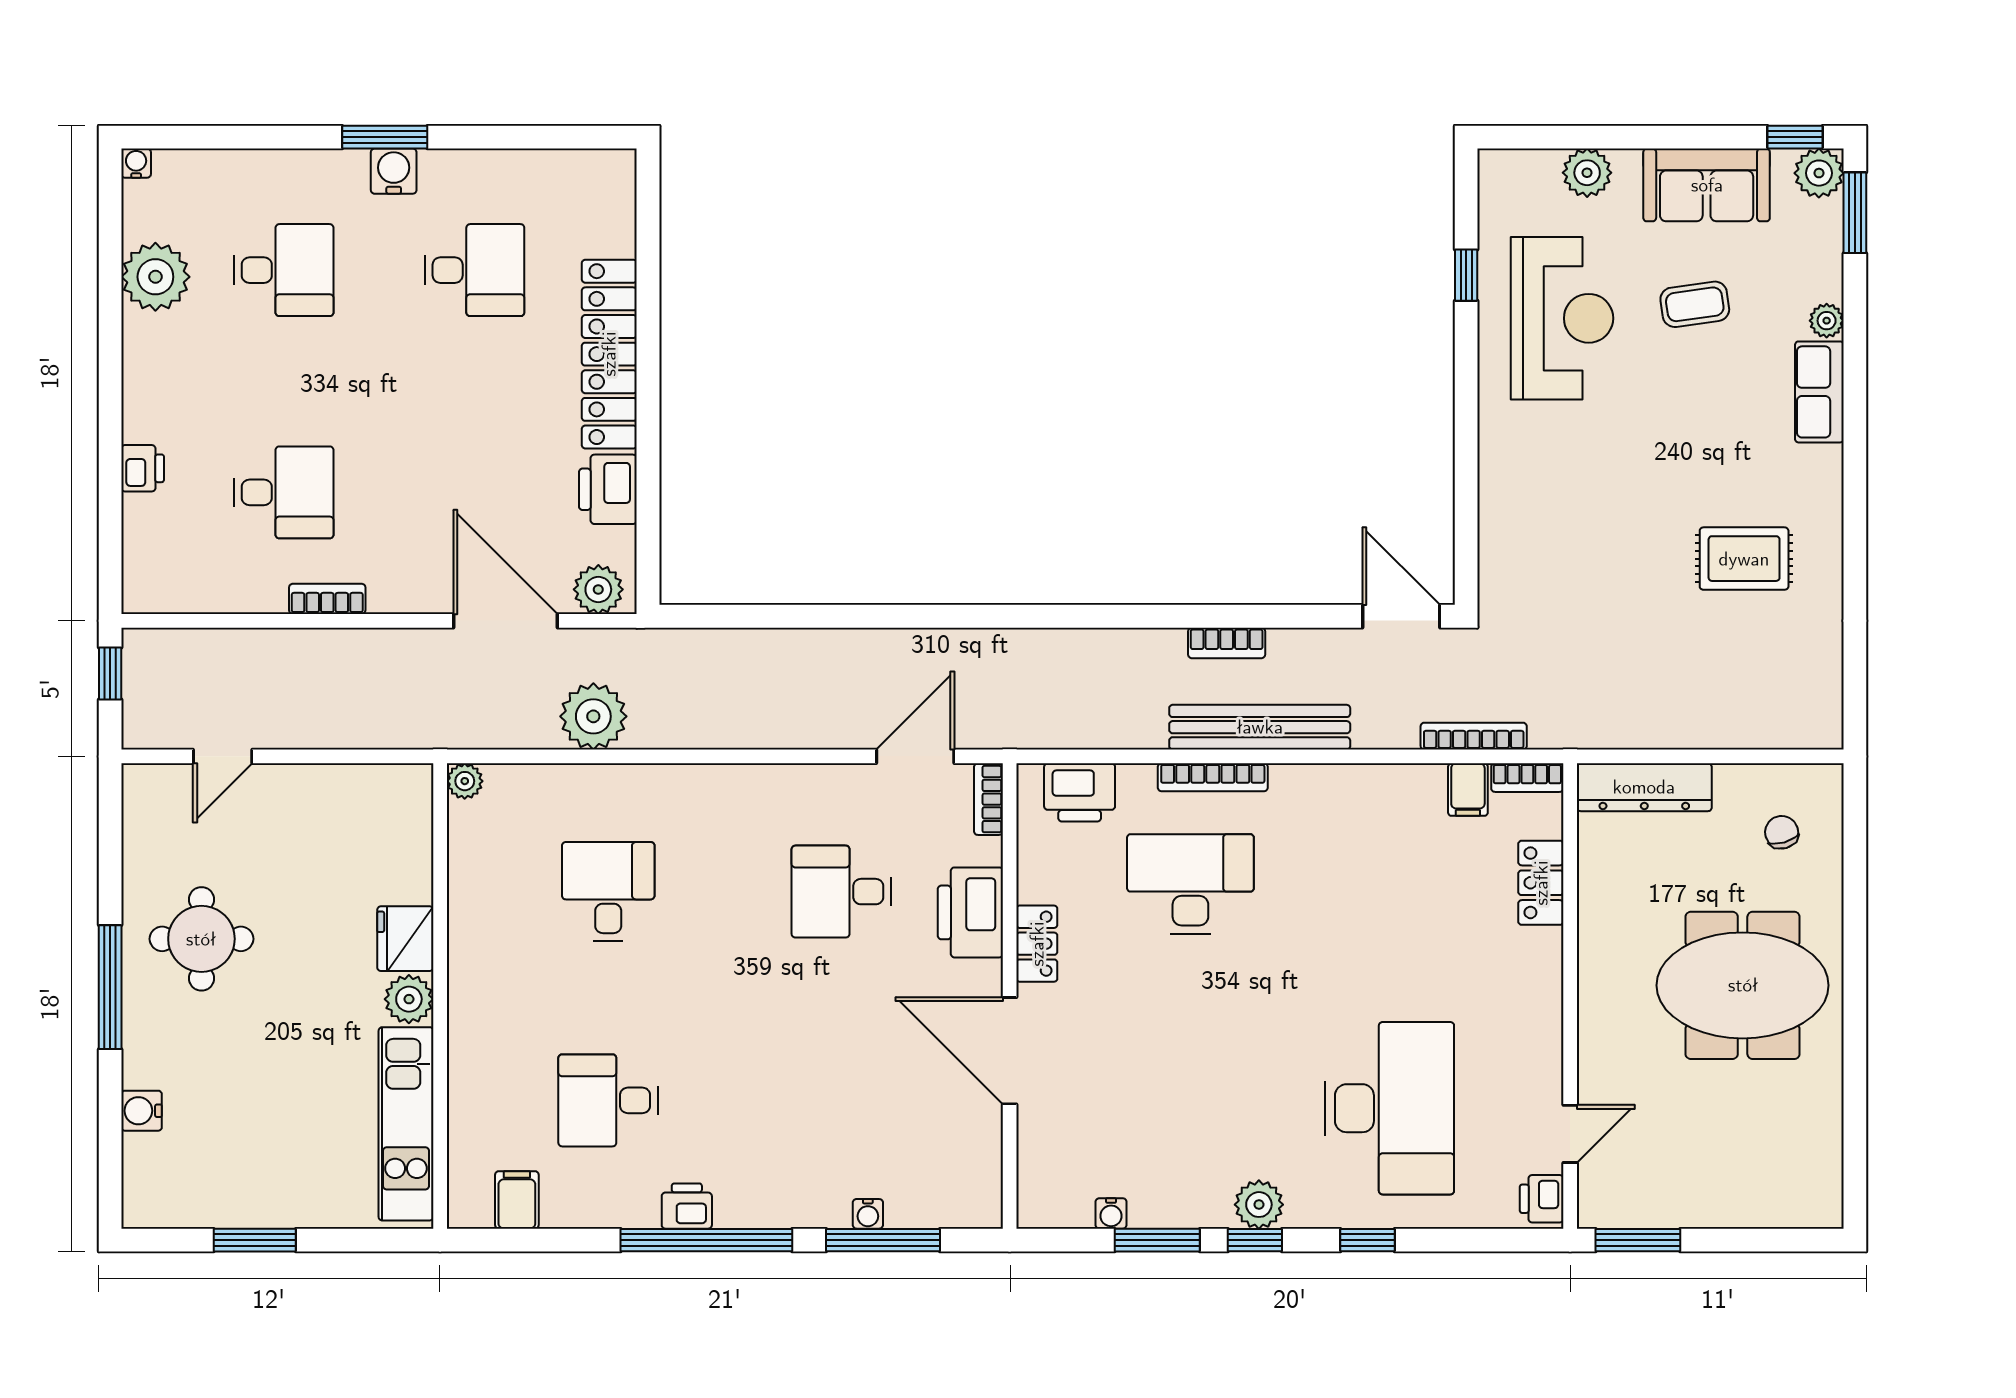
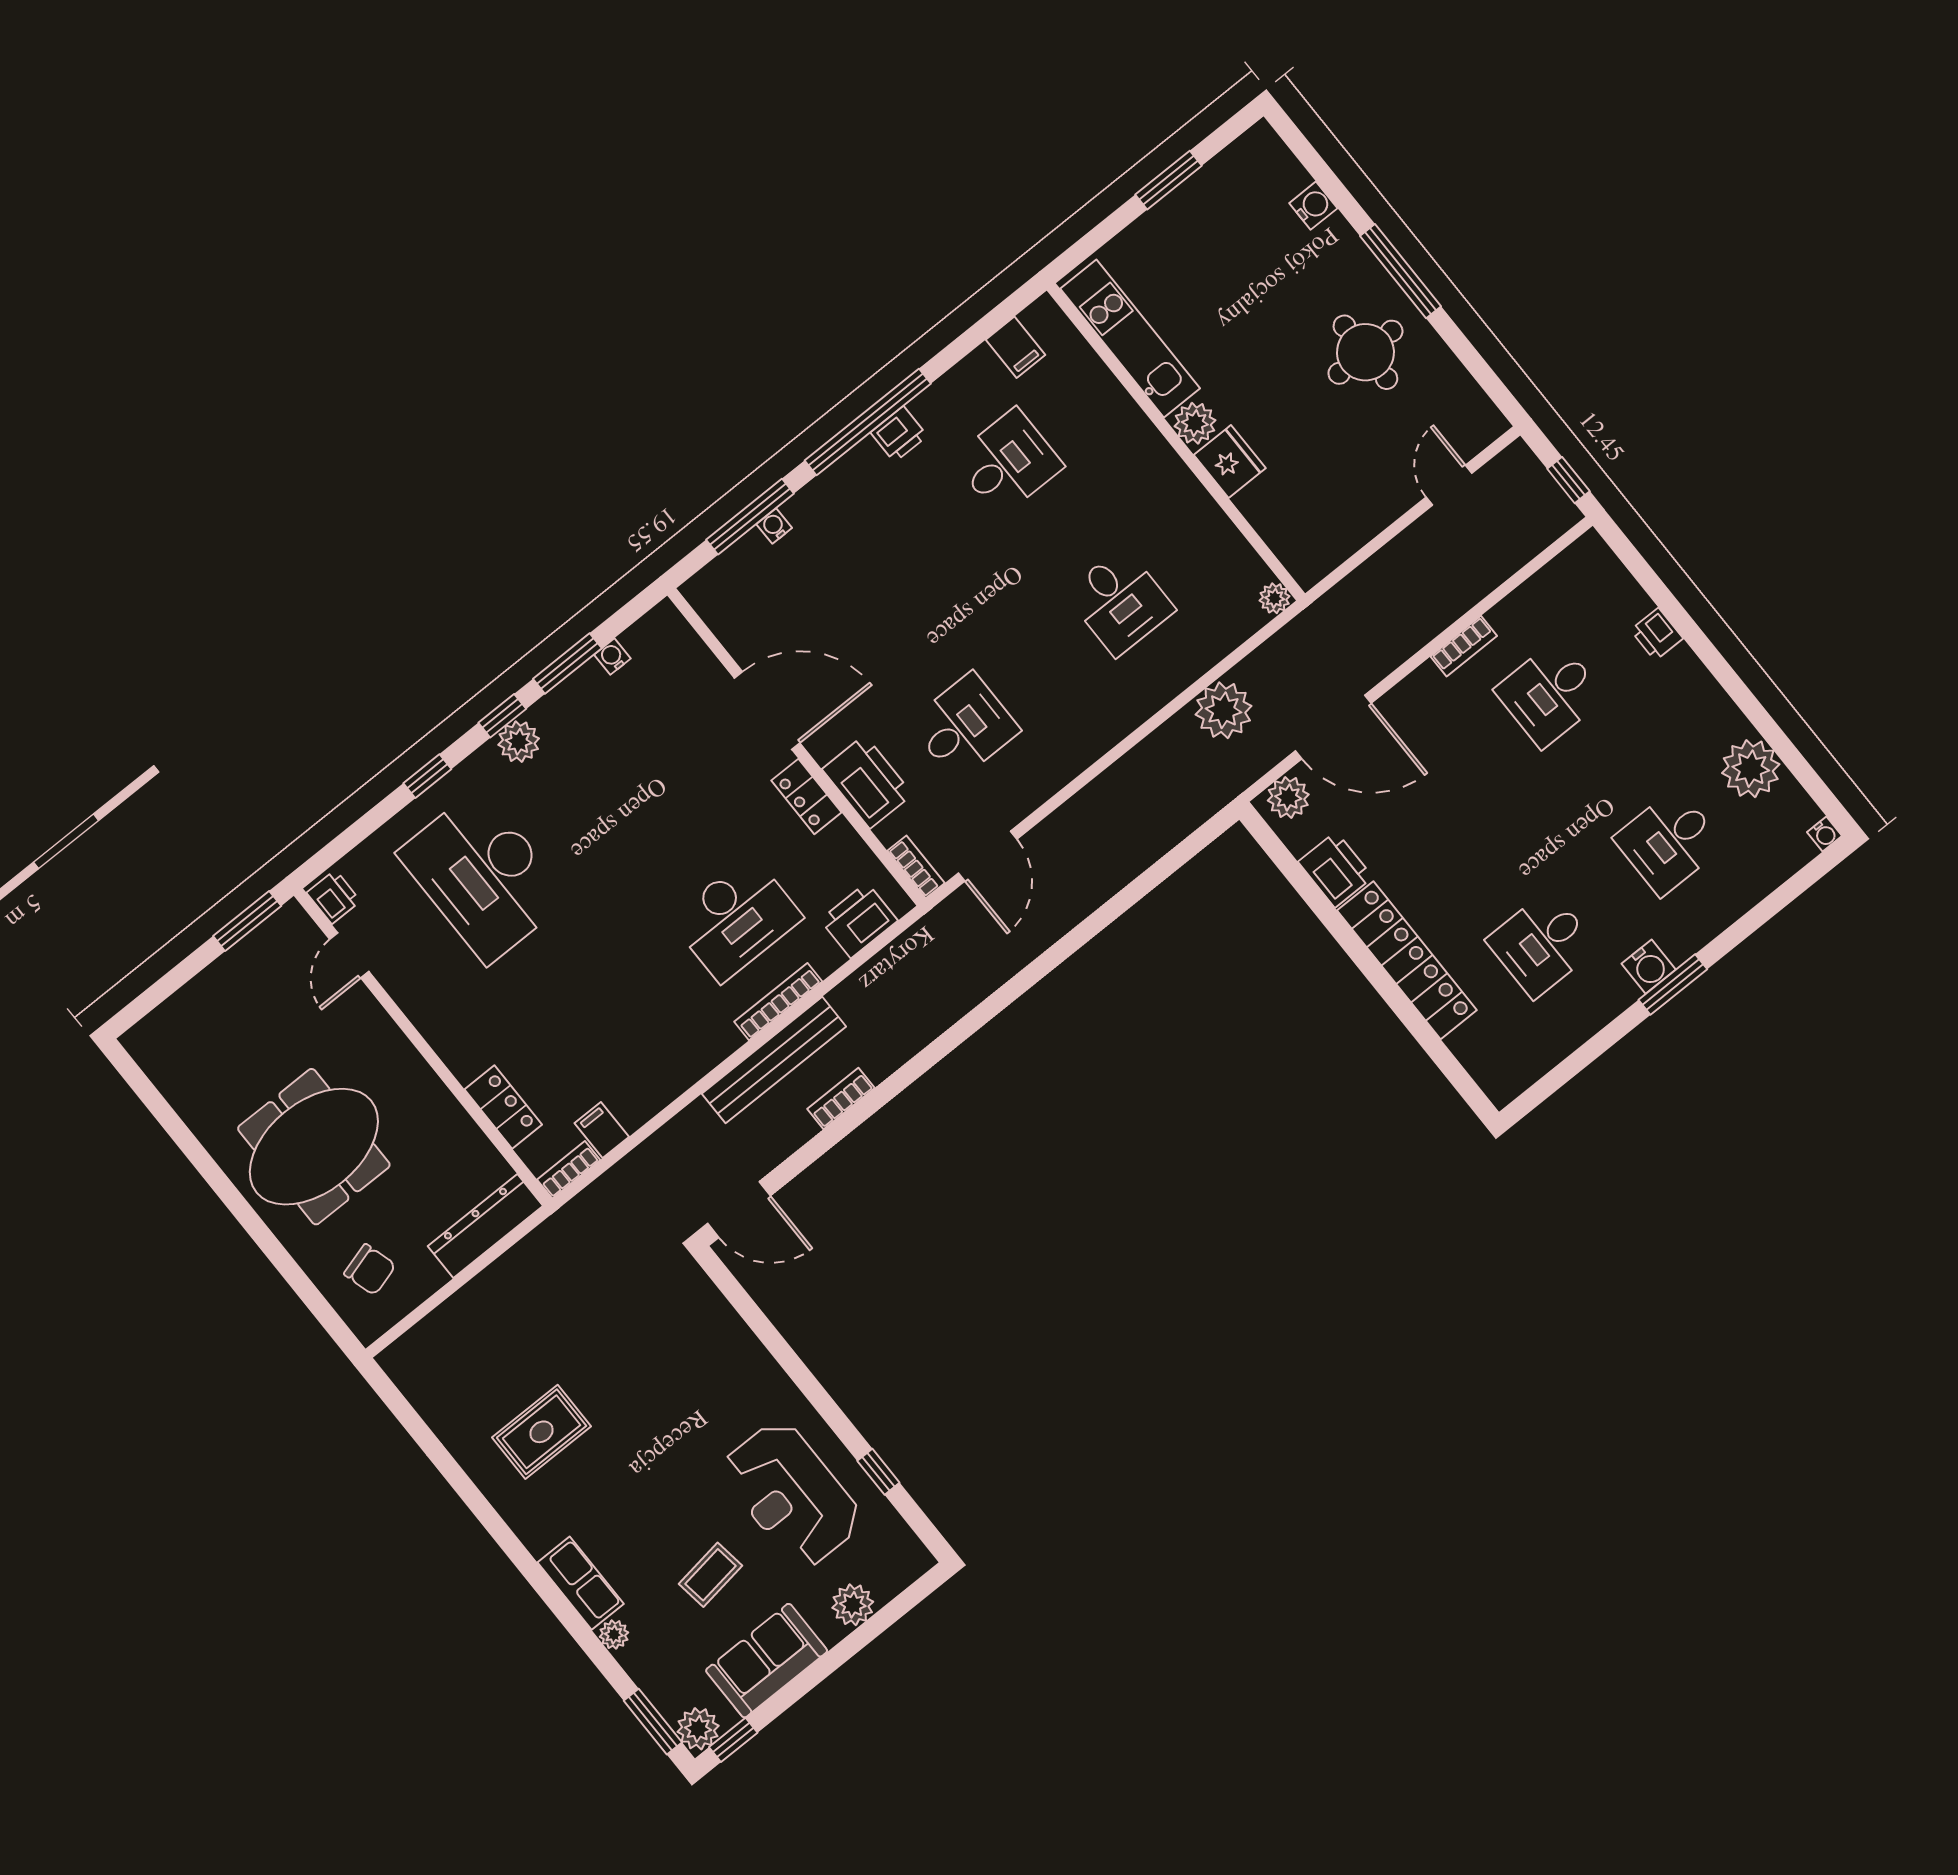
bookcase: (1474, 736) -> (627, 1169), removed
chair: (1782, 832) -> (370, 1270), width x1.37, depth x1.37

